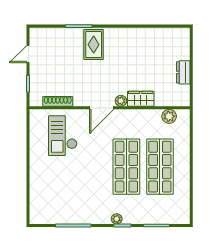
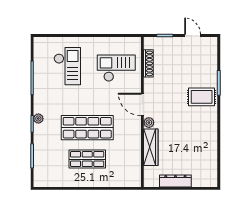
dresser: (183, 72) -> (175, 181), width x1.44
wardrobe: (141, 99) -> (151, 147), width x1.50
plant: (169, 116) -> (134, 168), removed
shop shelf: (160, 167) -> (87, 159), width x0.70, depth x0.74
checkout: (61, 188) -> (67, 66), added

